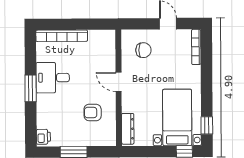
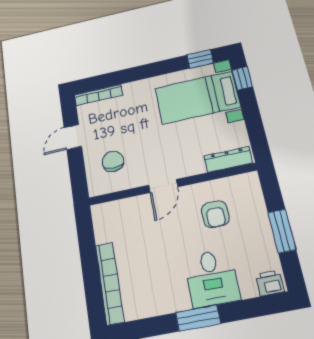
desk: (53, 78) -> (212, 278), moved

